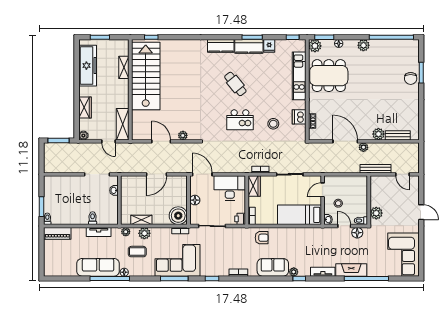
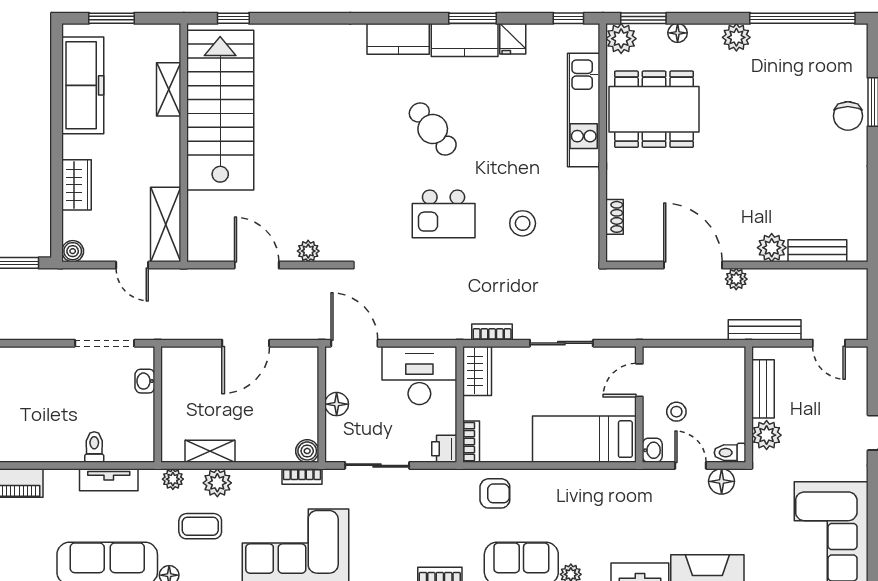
dishwasher: (299, 117) -> (584, 207), removed
bench: (375, 194) -> (763, 389), added
boiler: (178, 216) -> (307, 451), width x0.54, depth x0.54

